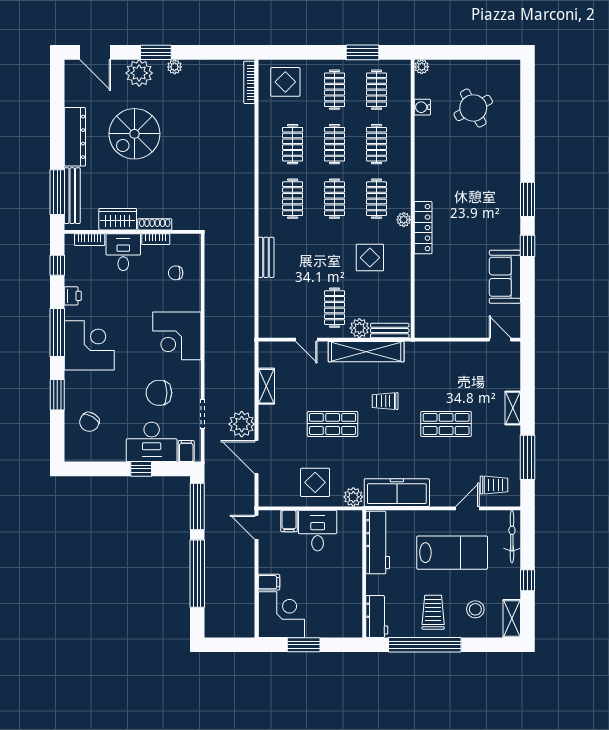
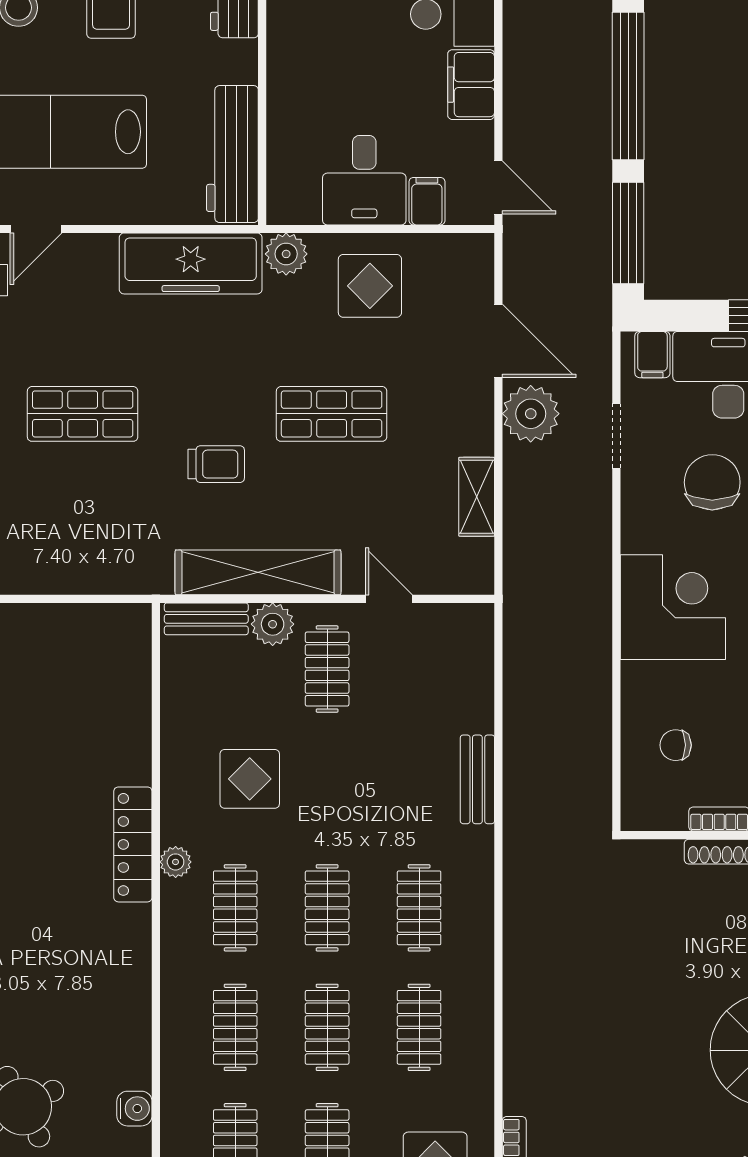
chair: (176, 273) -> (676, 745), turned 180
chair: (159, 393) -> (712, 482), turned -90
filing cabinet: (269, 582) -> (471, 85), width x2.00

